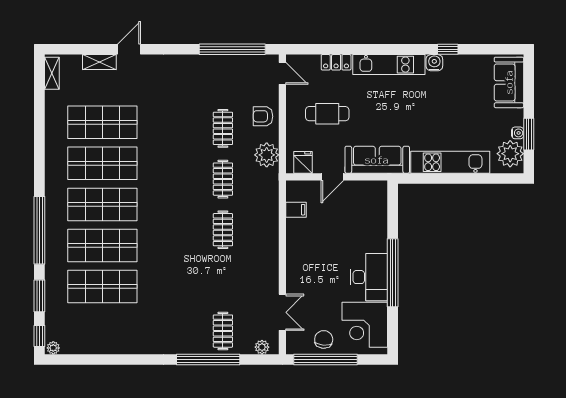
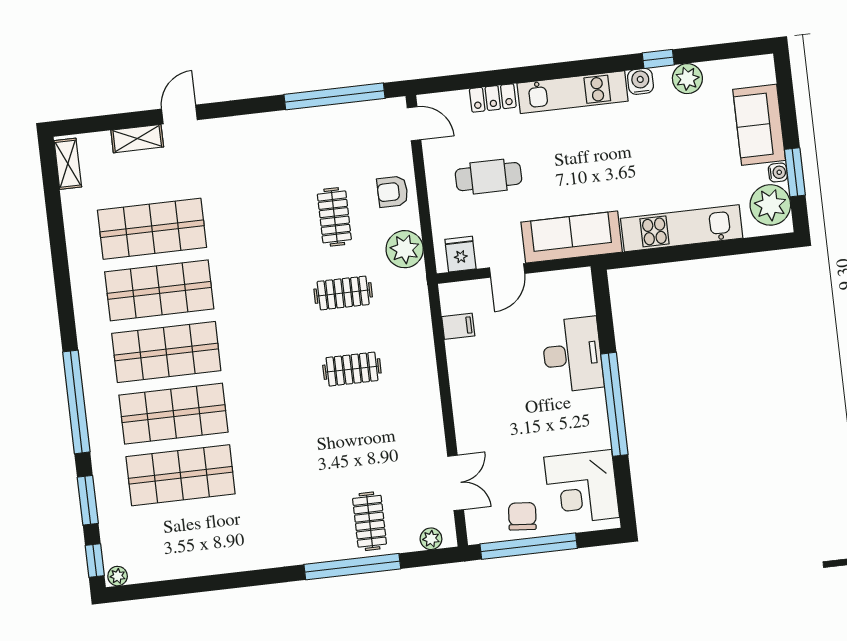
plant: (465, 64) -> (687, 79), added
sofa: (509, 82) -> (759, 125), moved
clothes rail: (223, 179) -> (343, 293), turned 90
clothes rail: (223, 230) -> (352, 369), turned 90
desk: (369, 277) -> (572, 355), moved

